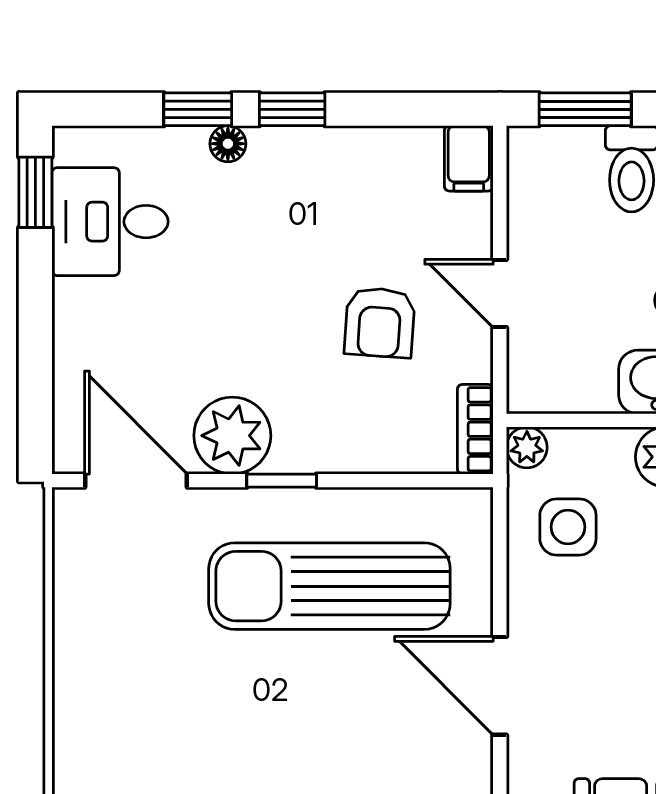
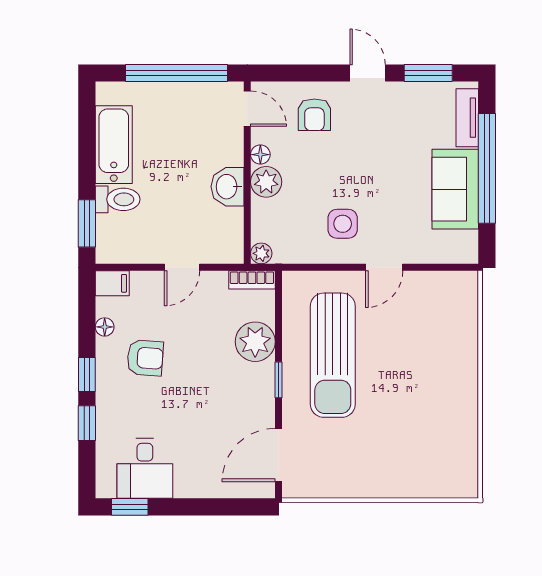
floor lamp: (228, 144) -> (105, 327), moved
armchair: (380, 322) -> (145, 358), moved
plant: (232, 436) -> (255, 342), moved
side table: (568, 527) -> (343, 224), moved
door: (500, 686) -> (384, 267), width x0.73

